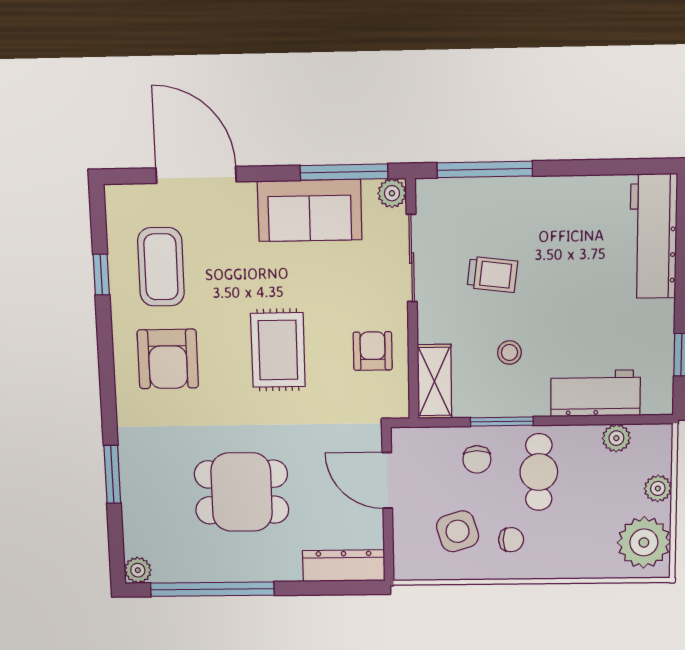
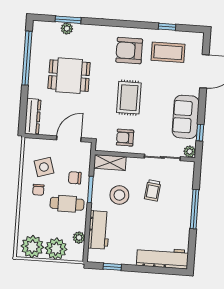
window: (485, 169) -> (194, 209), moved
window: (344, 172) -> (200, 133), width x0.46
rug: (278, 350) -> (129, 98), turned 90
armchair: (373, 351) -> (125, 138), turned 180
stool: (509, 352) -> (119, 195), width x1.89, depth x1.89
window: (112, 474) -> (68, 20), moved
plant: (658, 488) -> (56, 249), width x1.88, depth x1.88
dining table: (242, 492) -> (69, 76), turned 90
plant: (138, 570) -> (67, 29), moved

